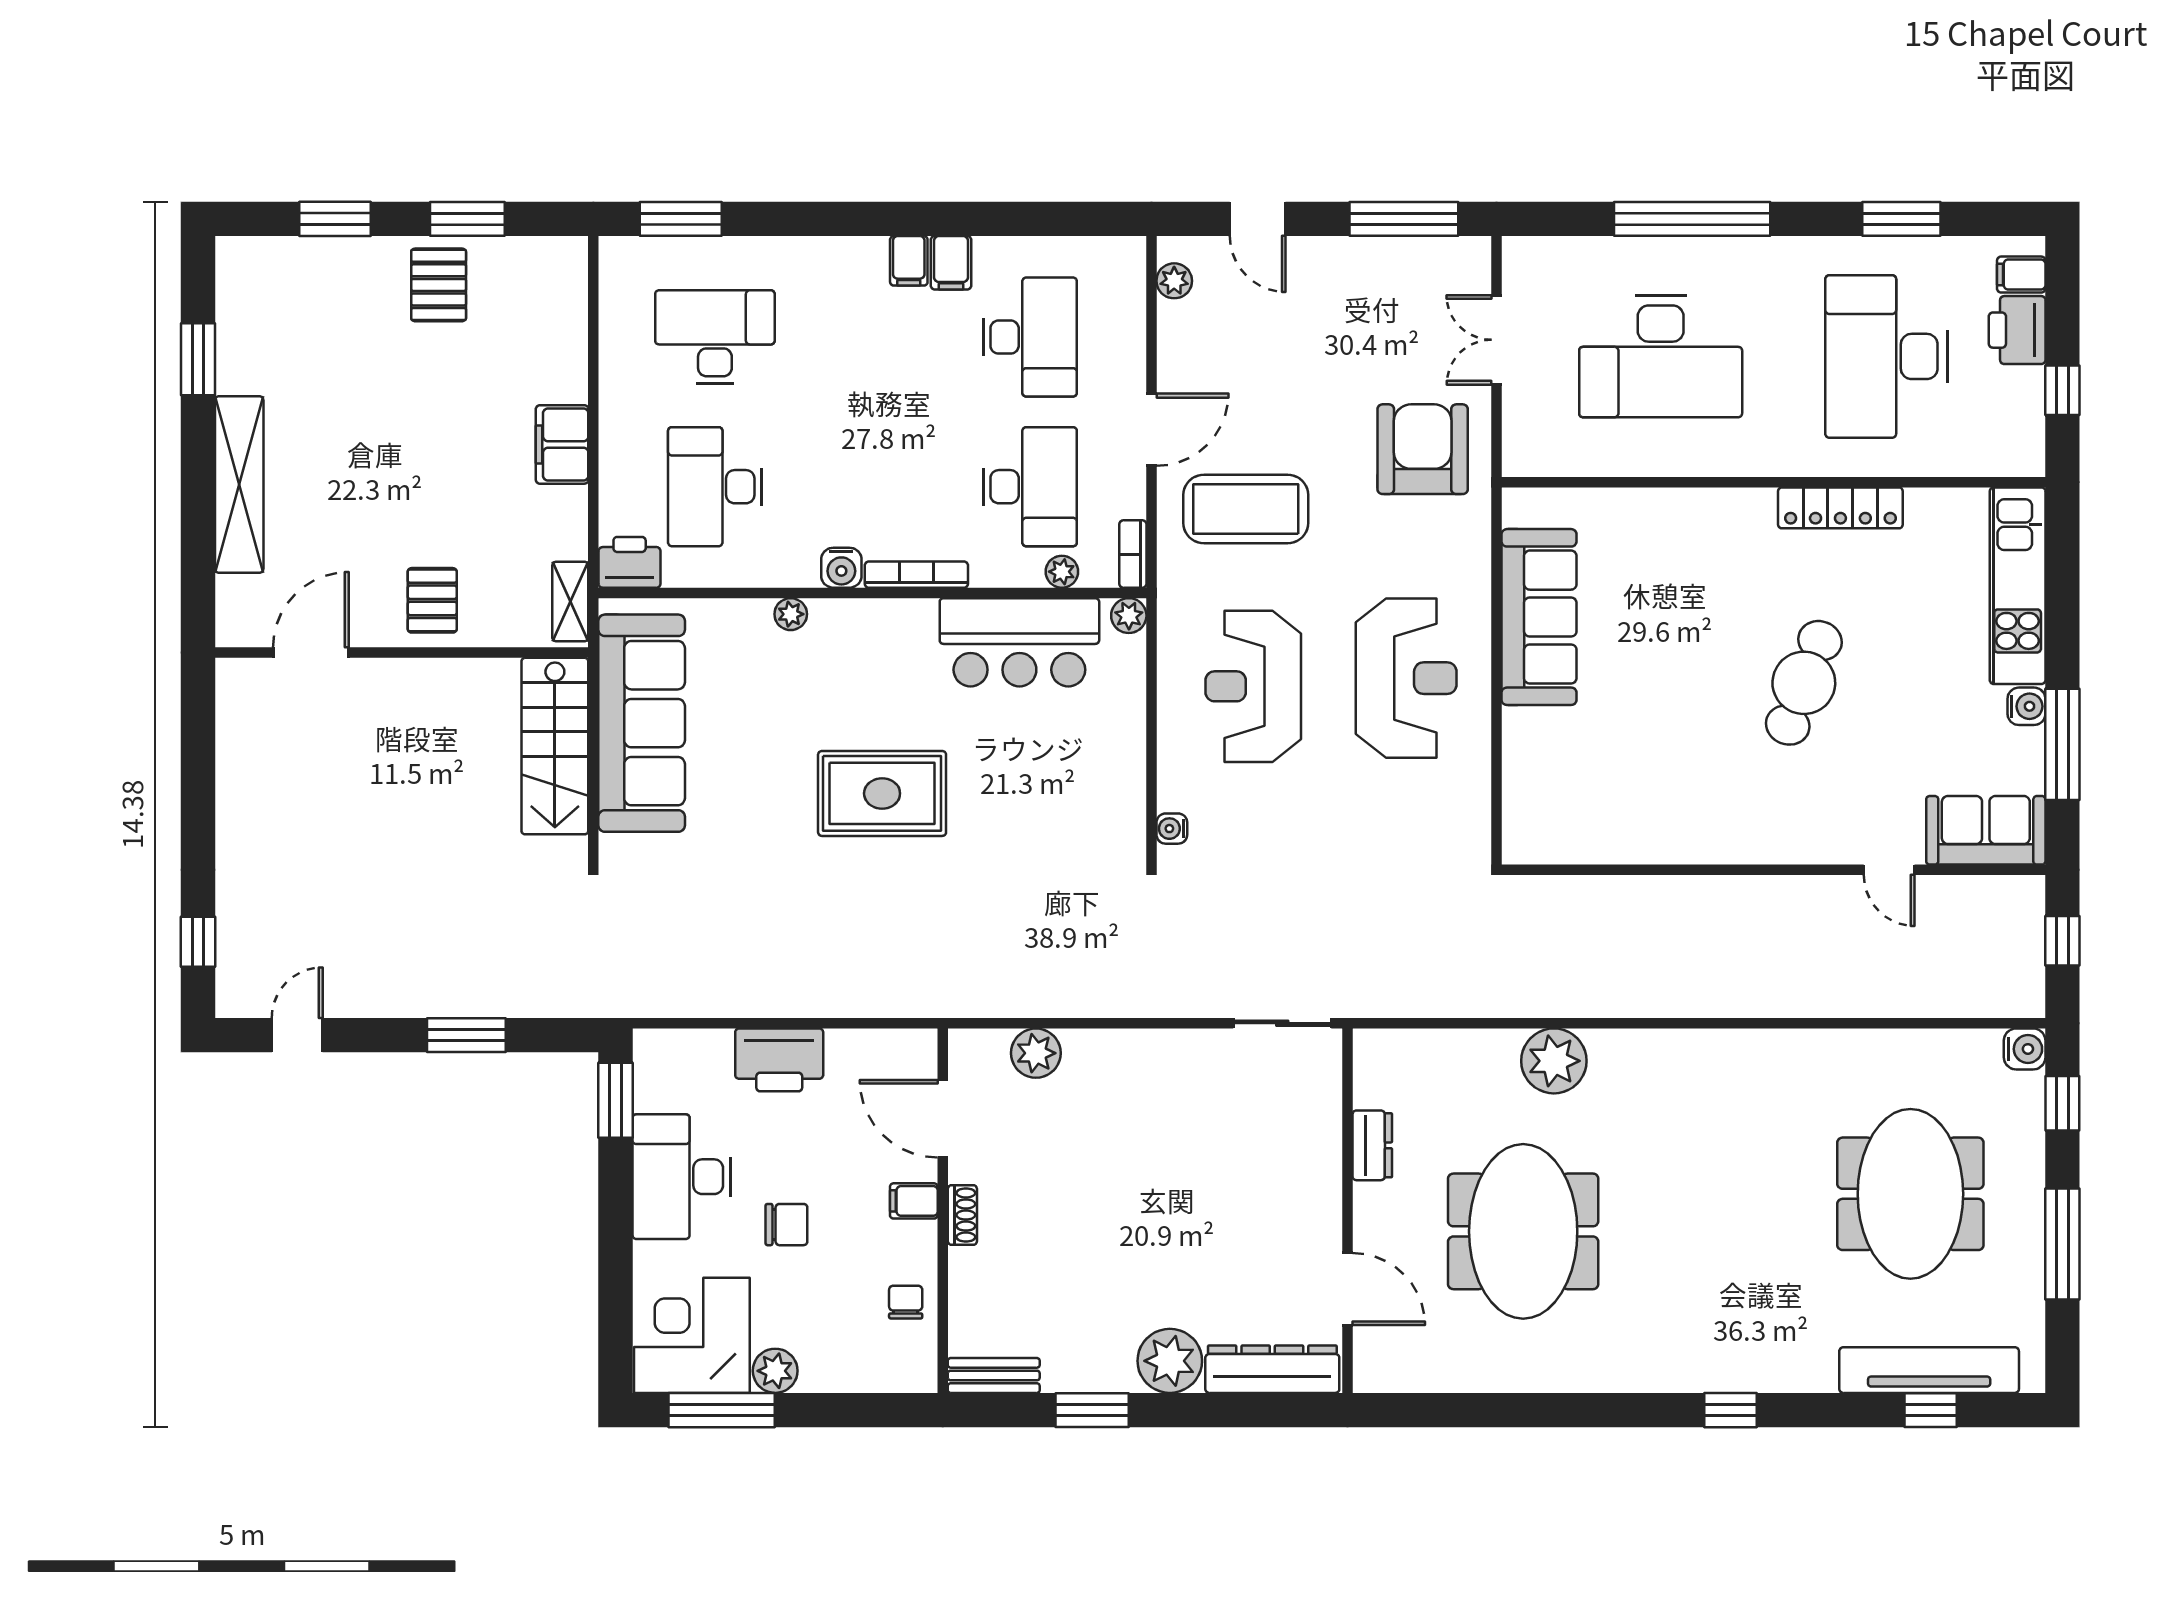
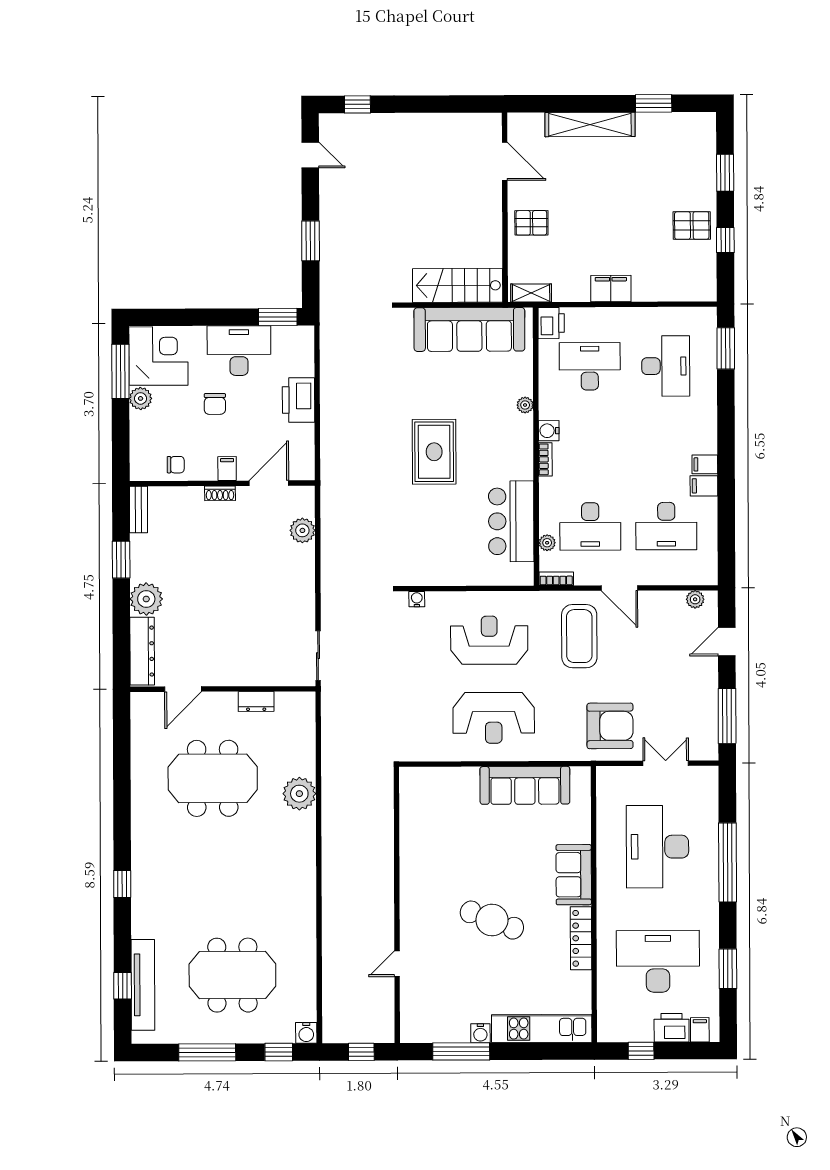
window: (467, 219) -> (725, 240), width x0.67
bookcase: (916, 575) -> (545, 459), width x0.64
plant: (1129, 616) -> (525, 577), removed
sofa: (1986, 830) -> (574, 875), moved, turned 180

